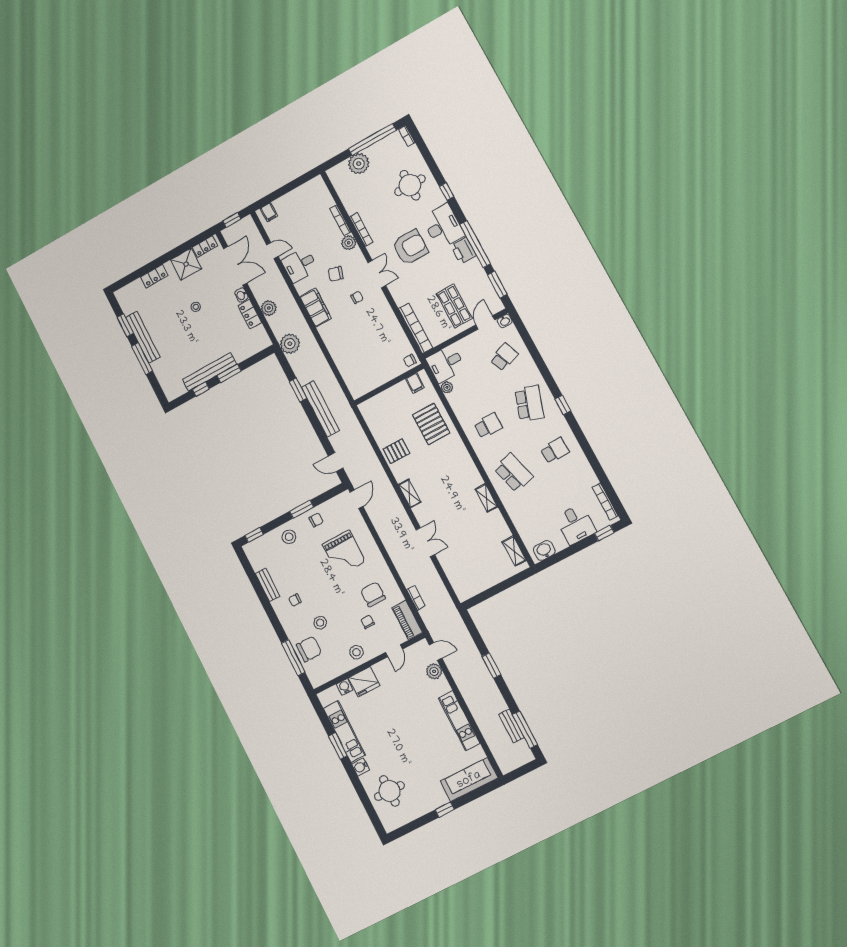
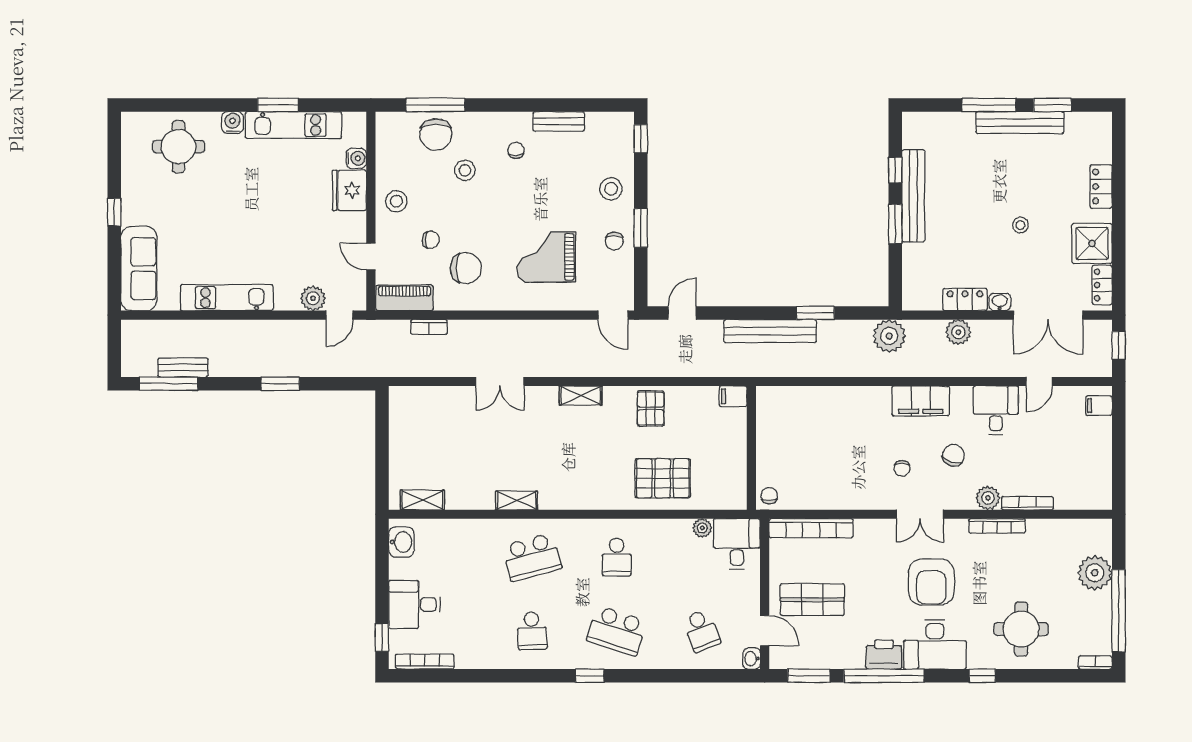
filing cabinet: (415, 383) -> (733, 396), moved

